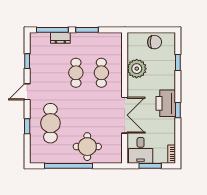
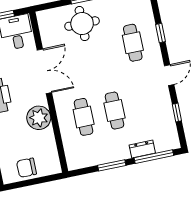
plant: (137, 69) -> (39, 118), moved
double door: (125, 115) -> (44, 71), swing flipped
cafe table: (50, 123) -> (133, 43), width x0.73, depth x0.74

